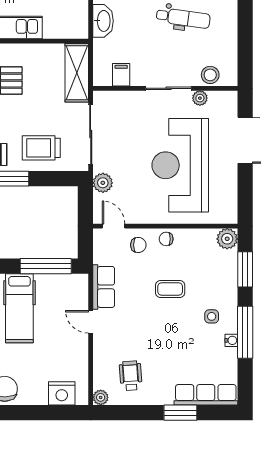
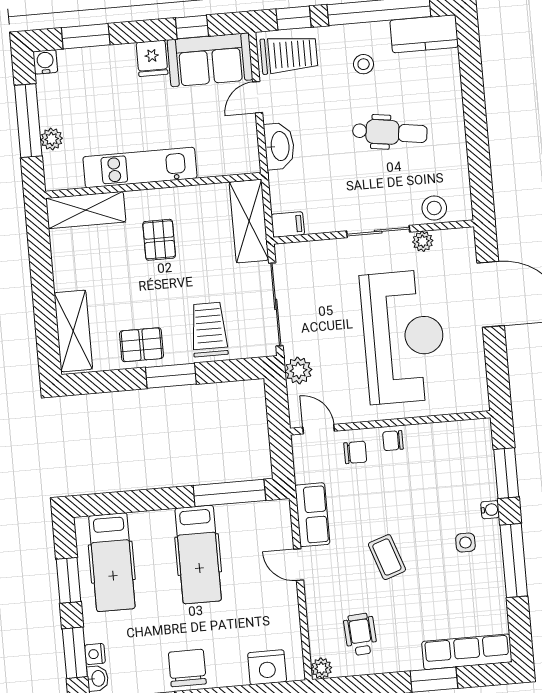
filing cabinet: (121, 75) -> (288, 224), moved, turned 90
trolley: (41, 148) -> (209, 330), turned 90
reception desk: (180, 165) -> (404, 337), turned 180
plant: (227, 239) -> (478, 433), removed
coffee table: (170, 289) -> (387, 557), moved, turned 71
water cooler: (231, 340) -> (490, 510), moved

